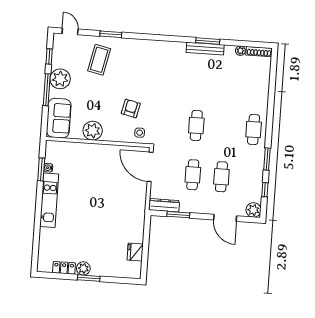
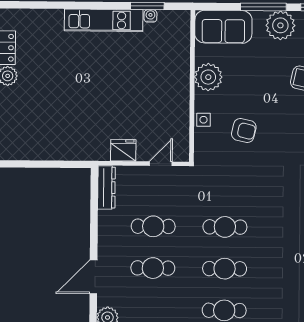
cafe table: (225, 127) -> (225, 269), added
side table: (140, 133) -> (203, 120), moved
door: (150, 167) -> (161, 164), width x0.53
window: (178, 215) -> (94, 209), removed
fridge: (135, 252) -> (123, 150), moved

